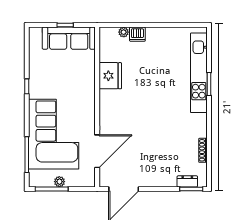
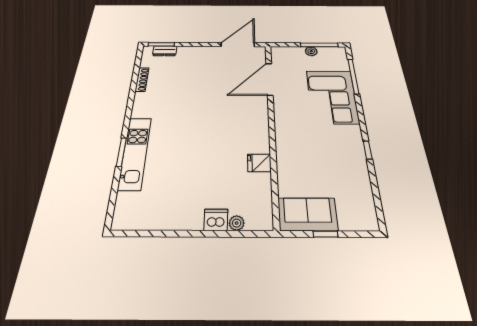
sofa: (69, 38) -> (308, 214), width x0.73
kitchen unit: (199, 73) -> (135, 153), width x0.73
fridge: (110, 76) -> (259, 163), width x0.53, depth x0.75
corner sofa: (54, 134) -> (332, 97), width x0.73, depth x0.74

